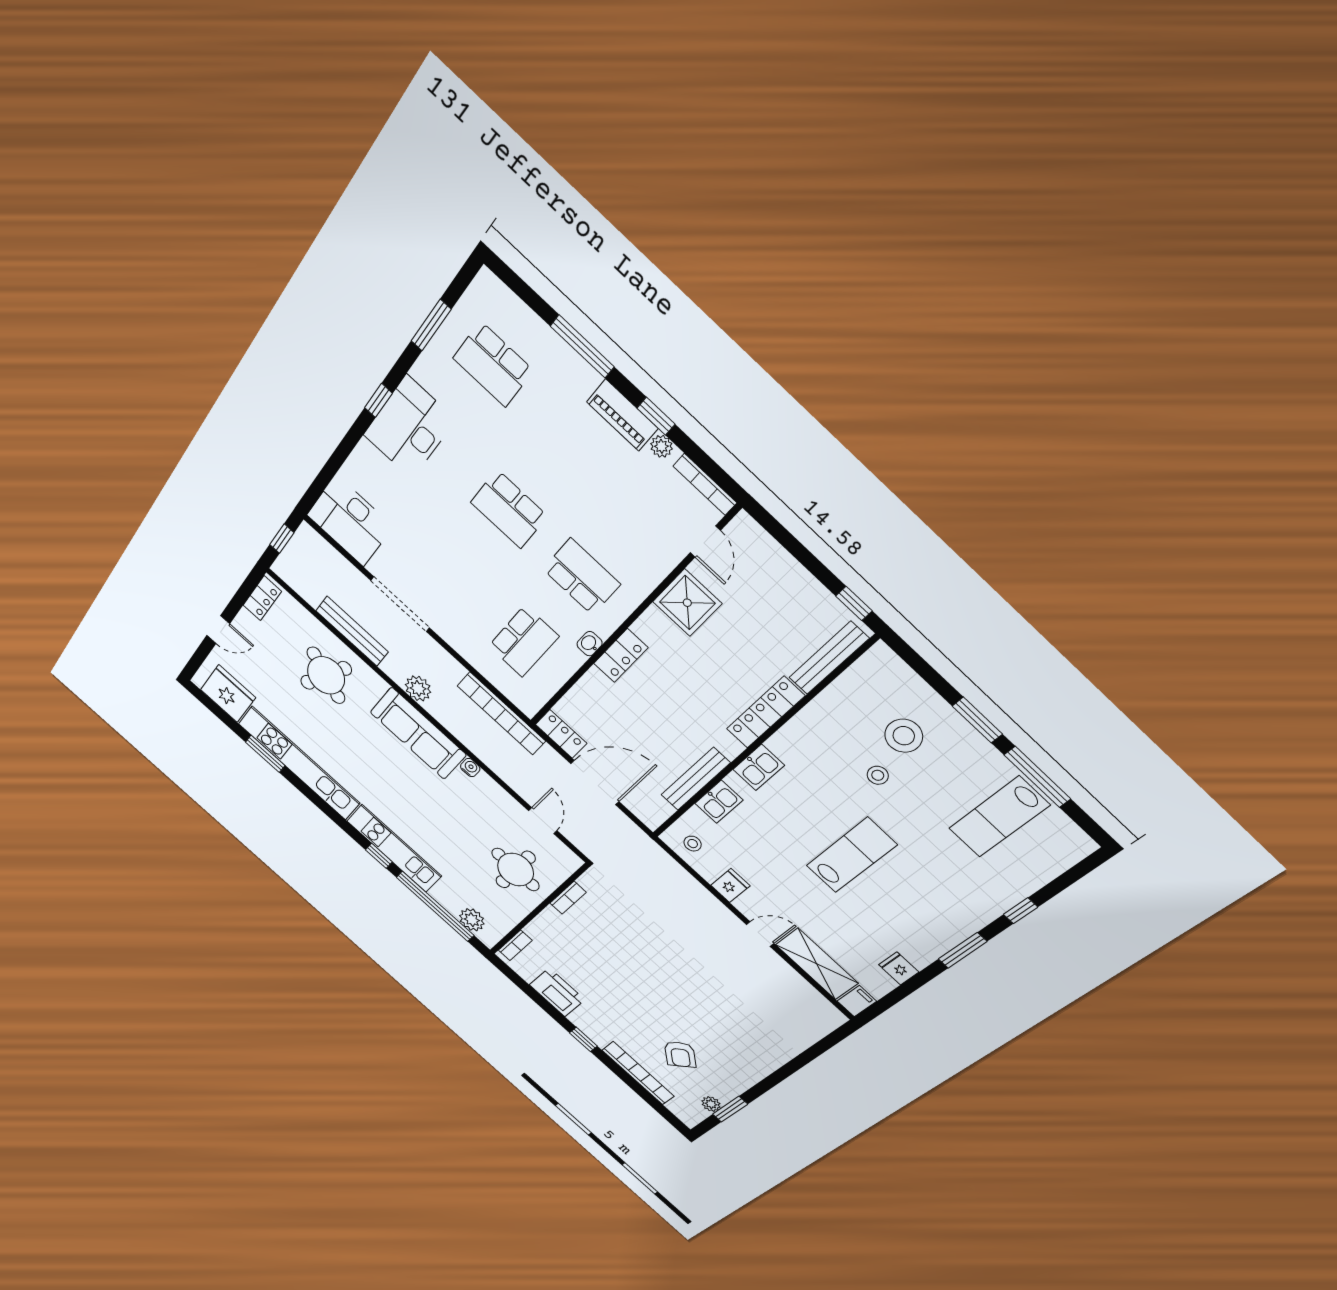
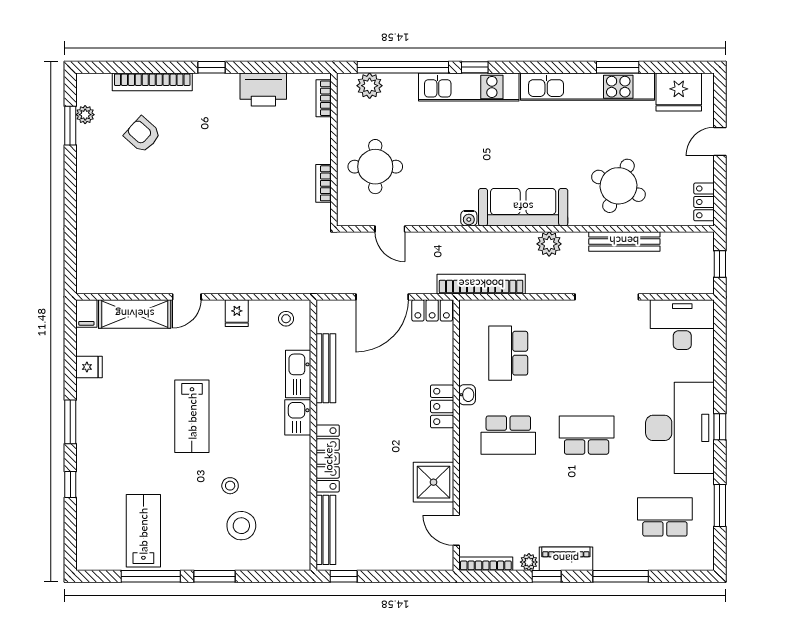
desk: (409, 427) -> (680, 428), width x1.36, depth x1.30
kitchen sink: (719, 802) -> (298, 374), width x1.38

